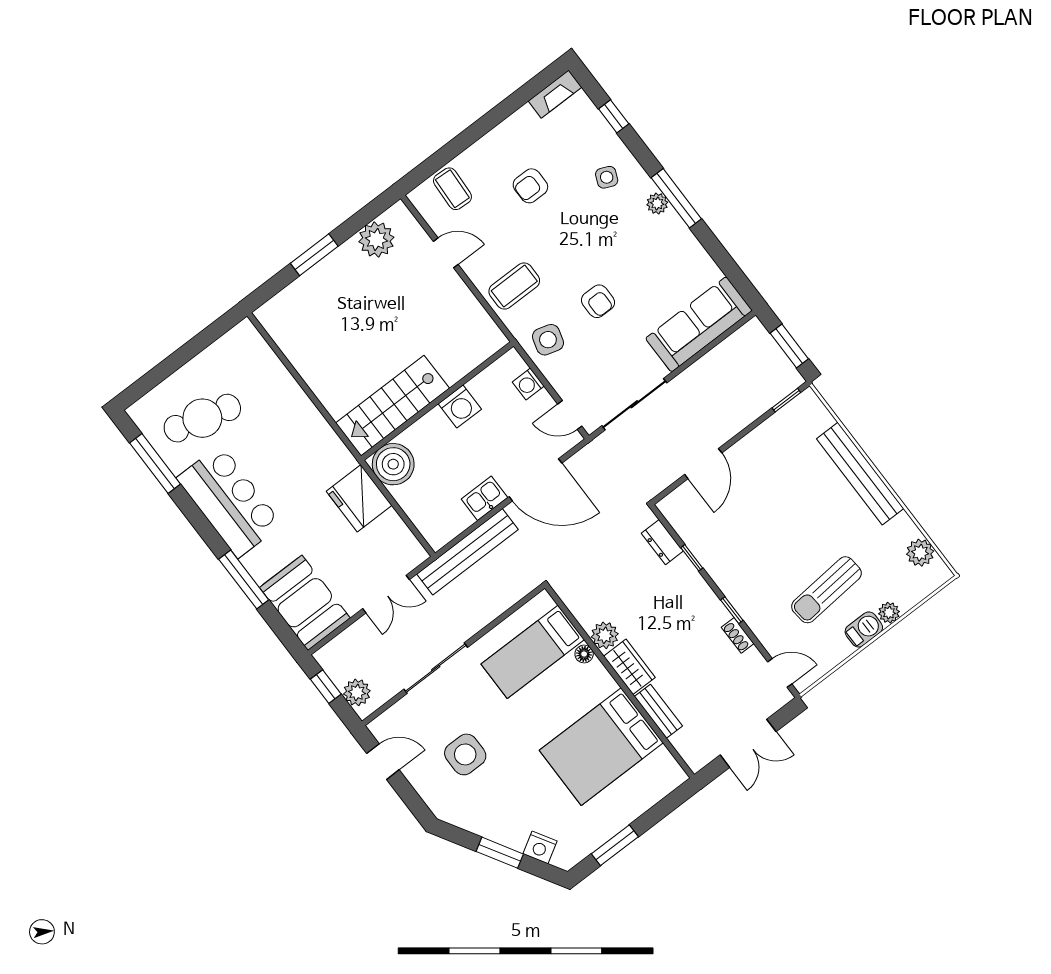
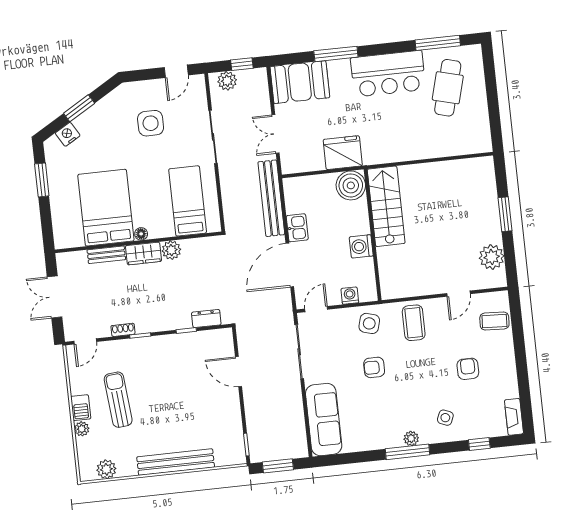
floor lamp: (584, 654) -> (141, 234), moved

